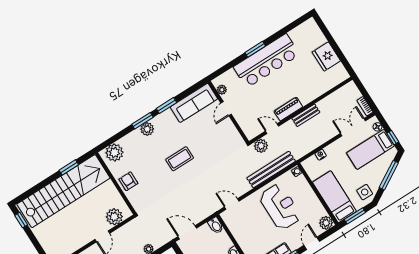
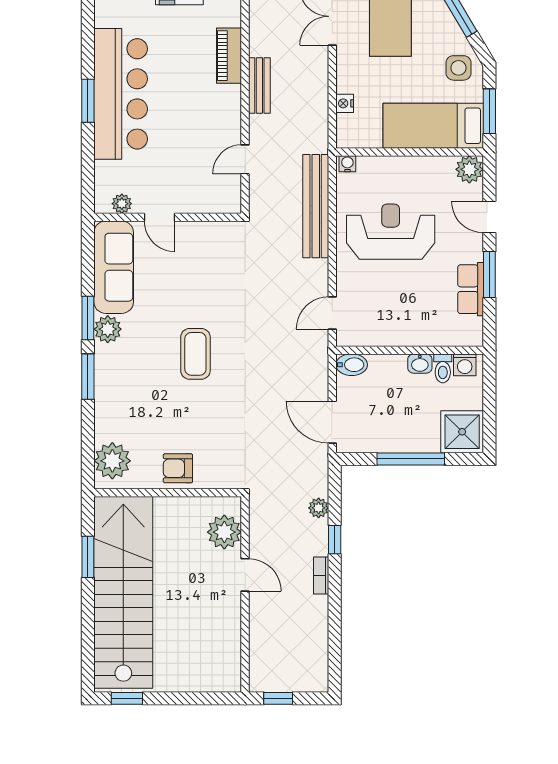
piano: (288, 109) -> (229, 56), moved
plant: (147, 129) -> (108, 329), moved
plant: (261, 146) -> (263, 198), removed
door: (187, 232) -> (332, 422), hinge flipped

